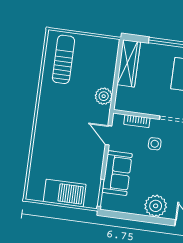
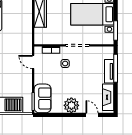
plant: (104, 96) -> (26, 36), removed
sofa: (117, 173) -> (43, 98), moved

